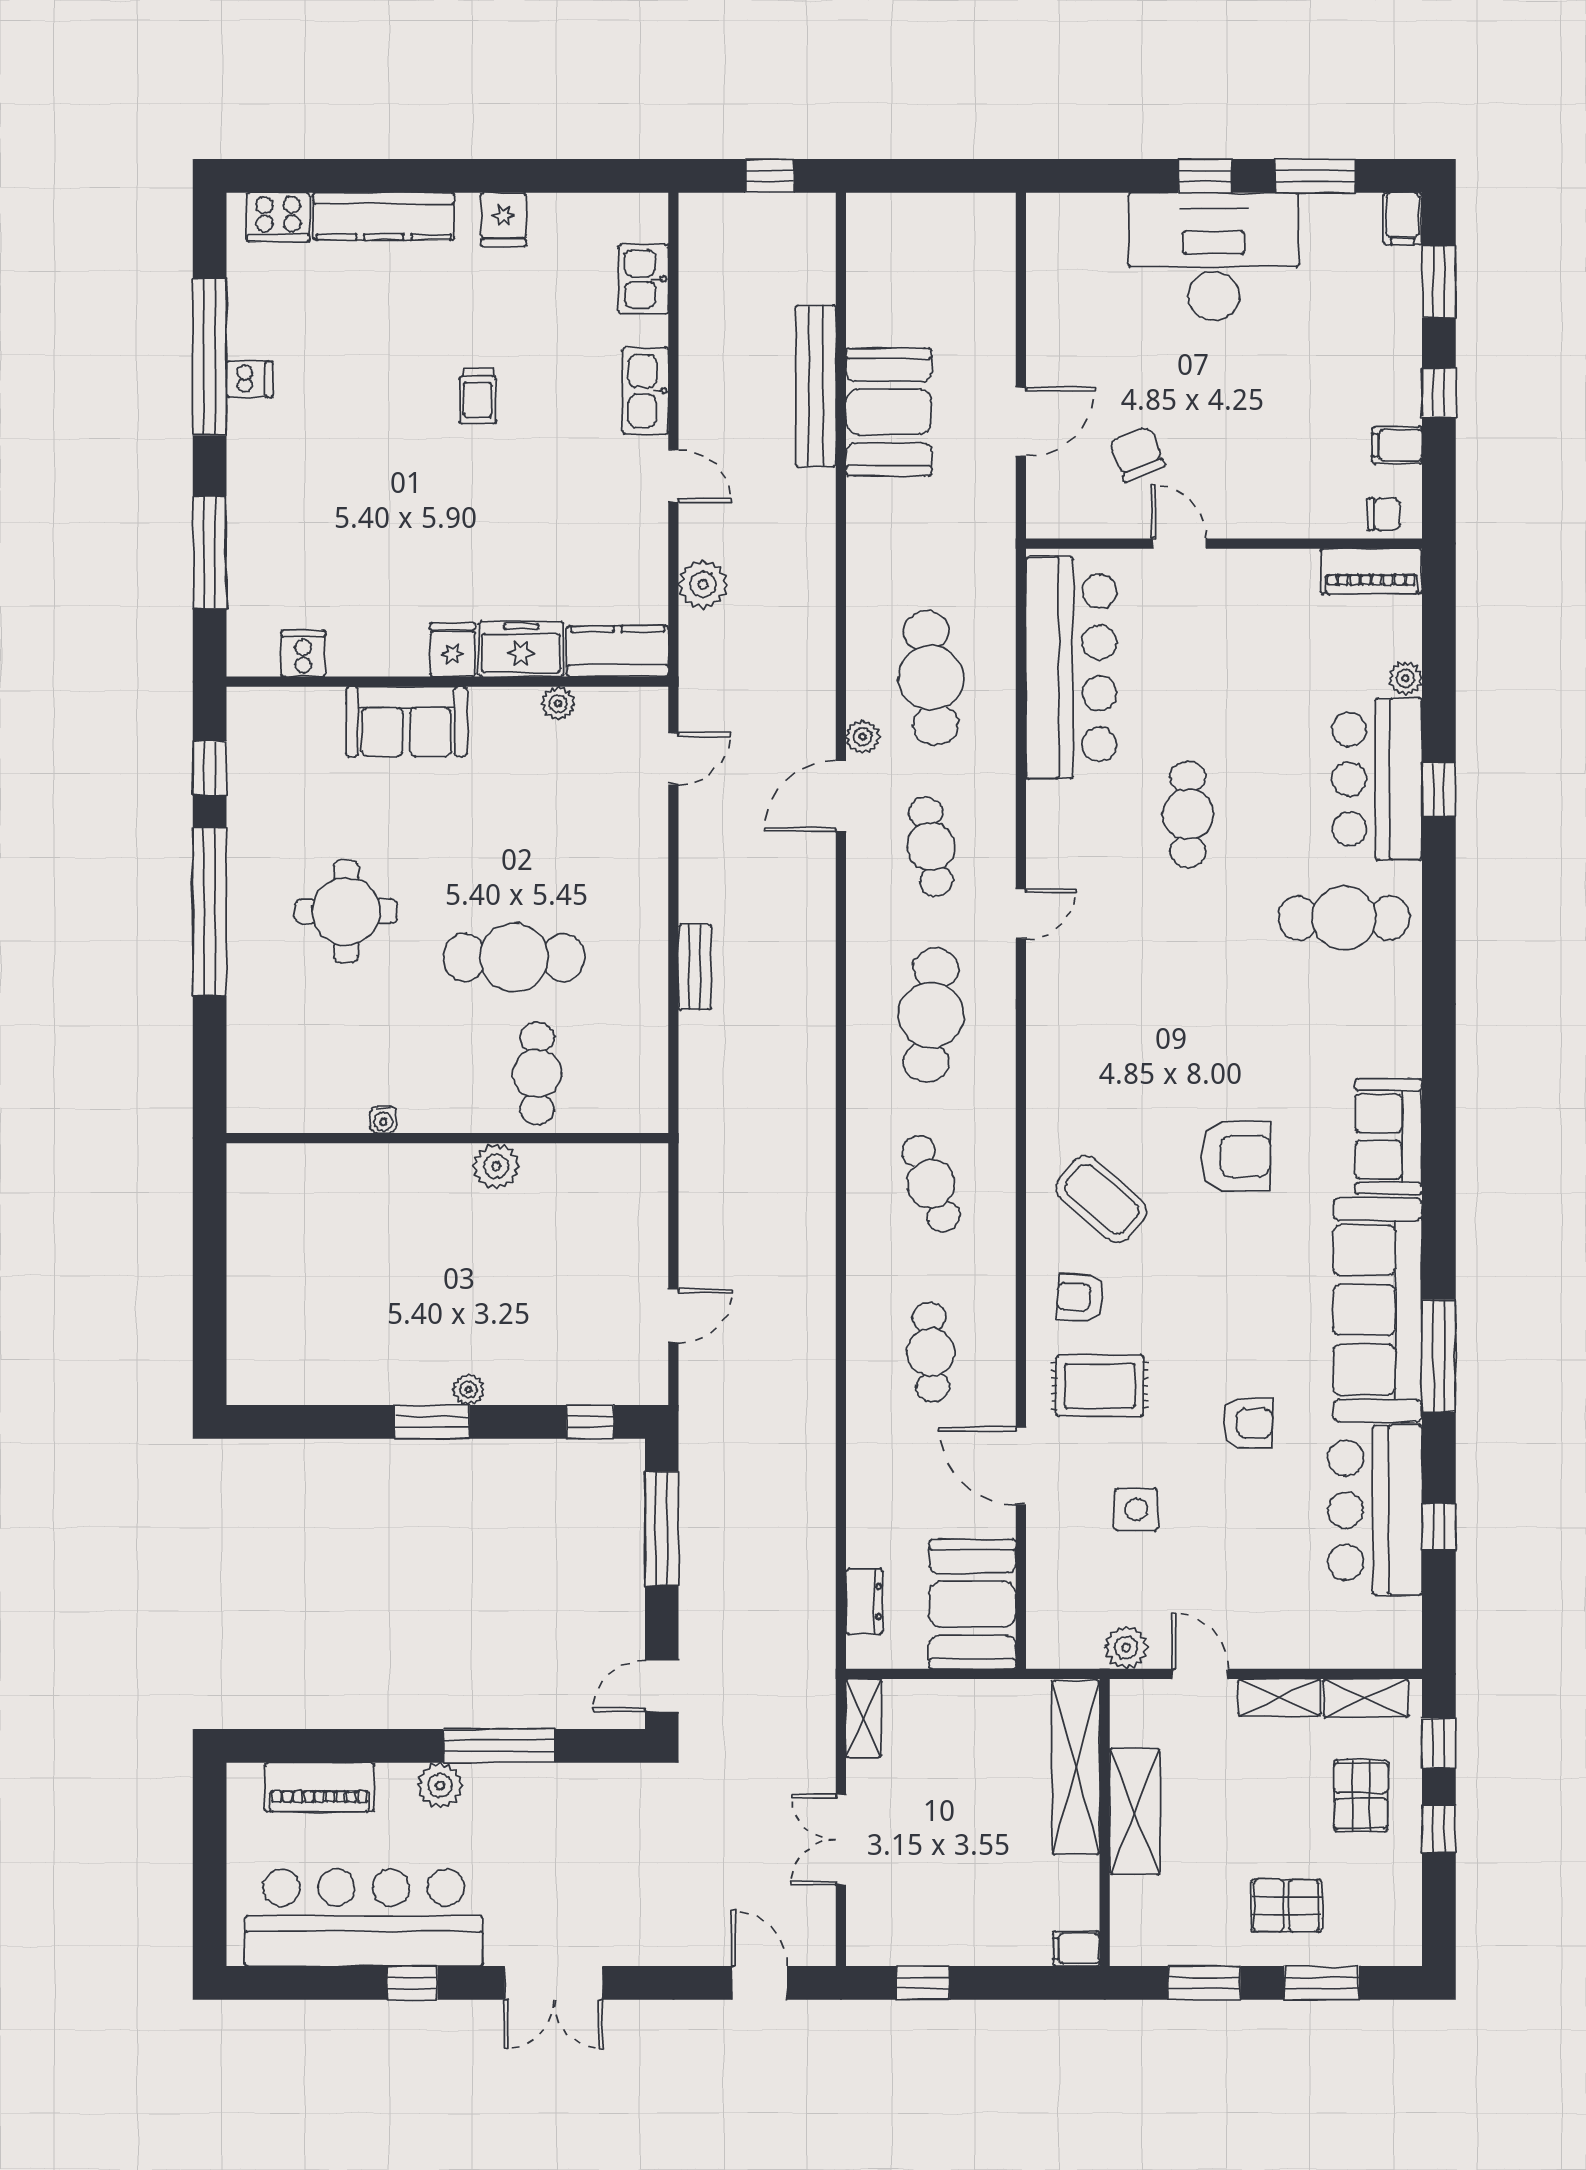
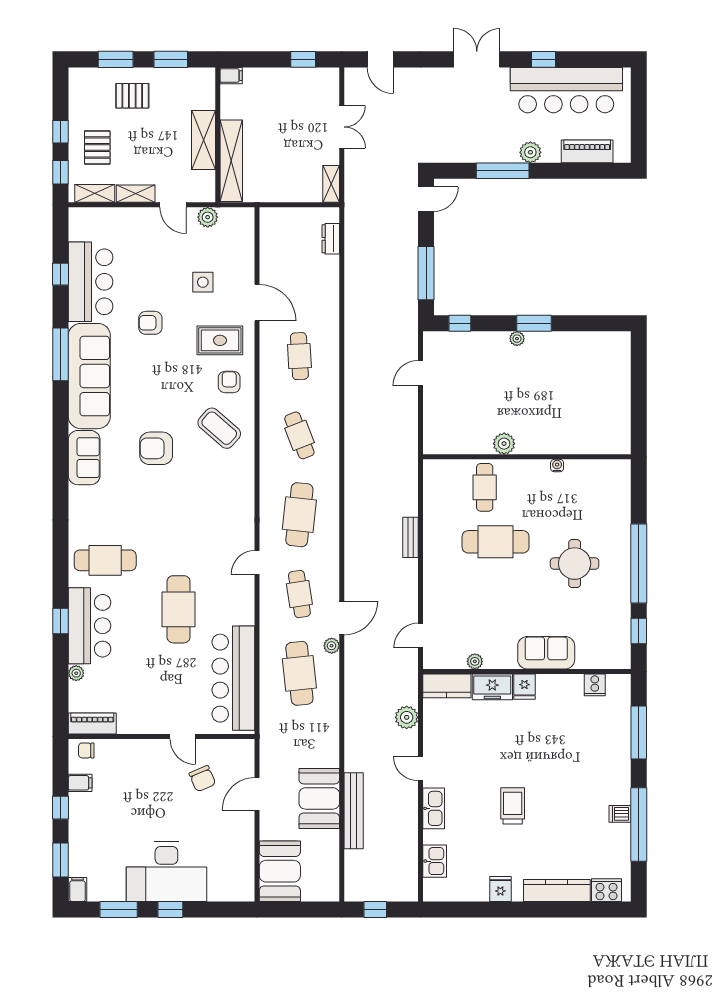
trolley: (478, 396) -> (513, 806), width x1.36, depth x1.39
cafe table: (1188, 814) -> (179, 609), width x1.37, depth x1.35
armchair: (1080, 1297) -> (229, 382), turned -93
booth: (973, 1604) -> (280, 871), moved

